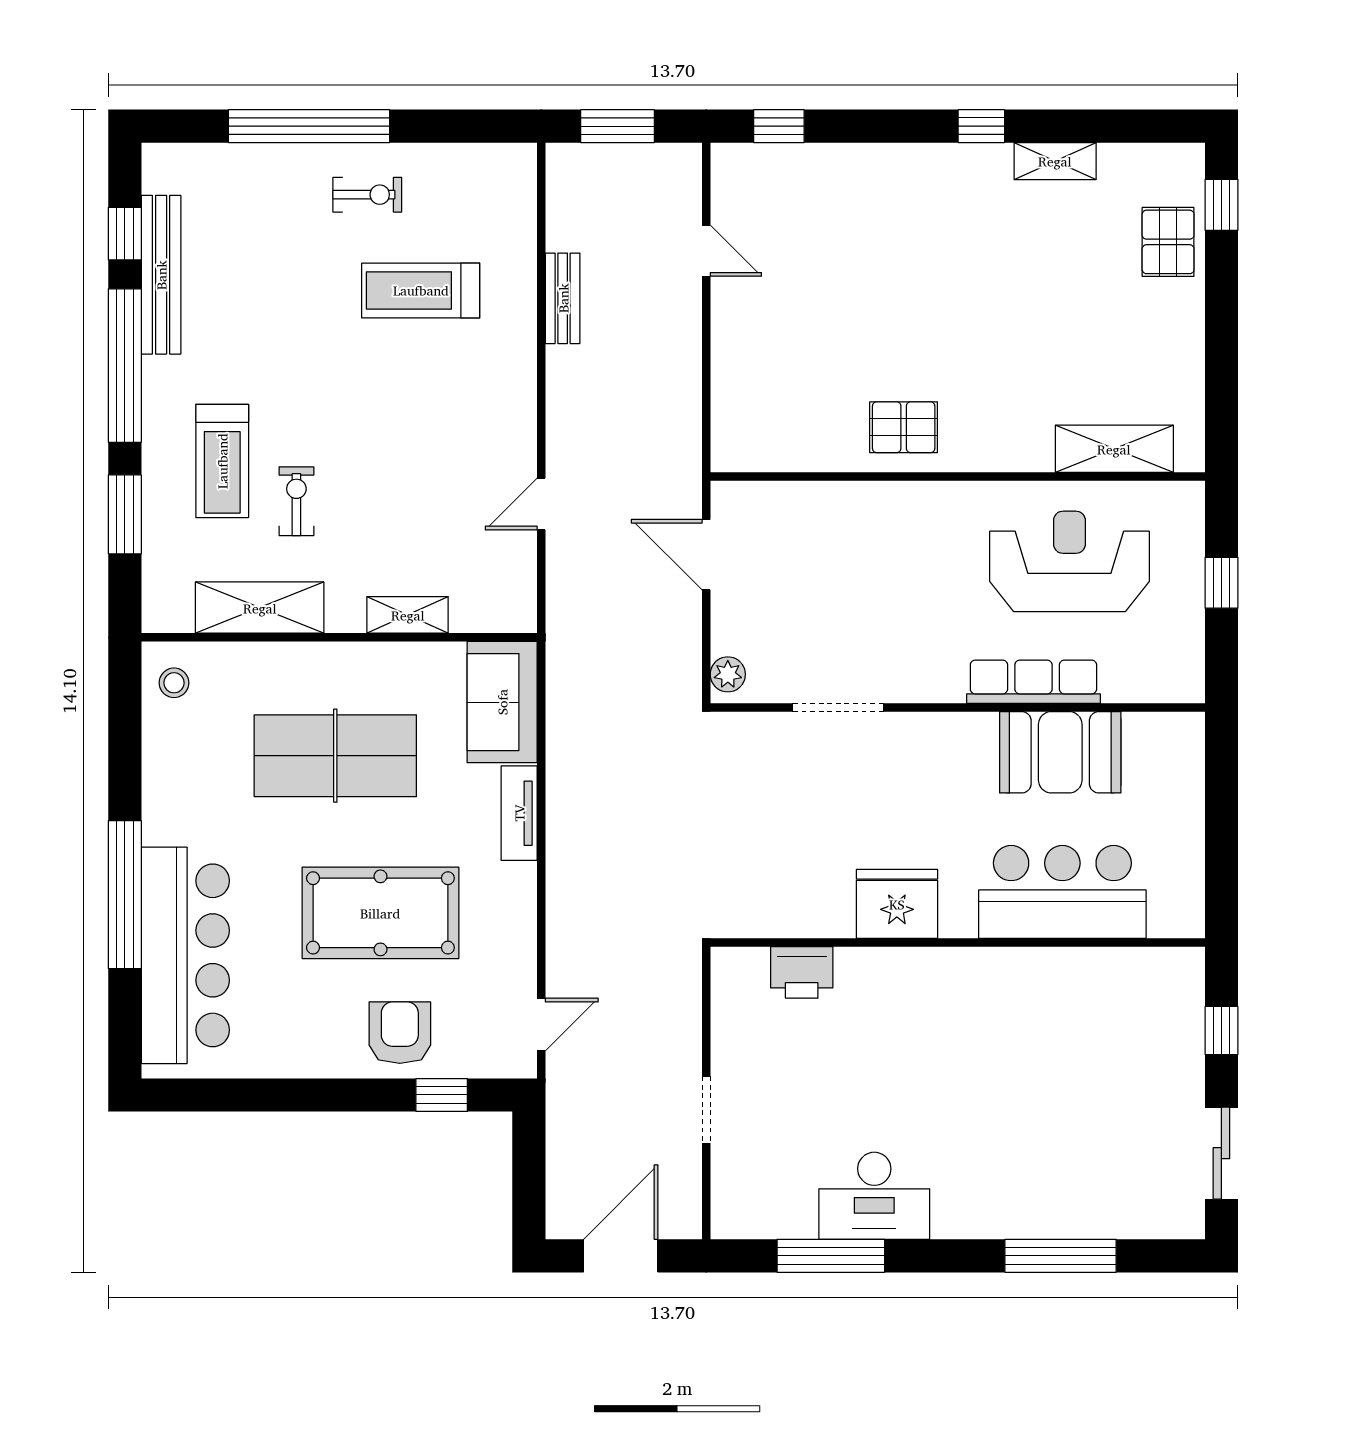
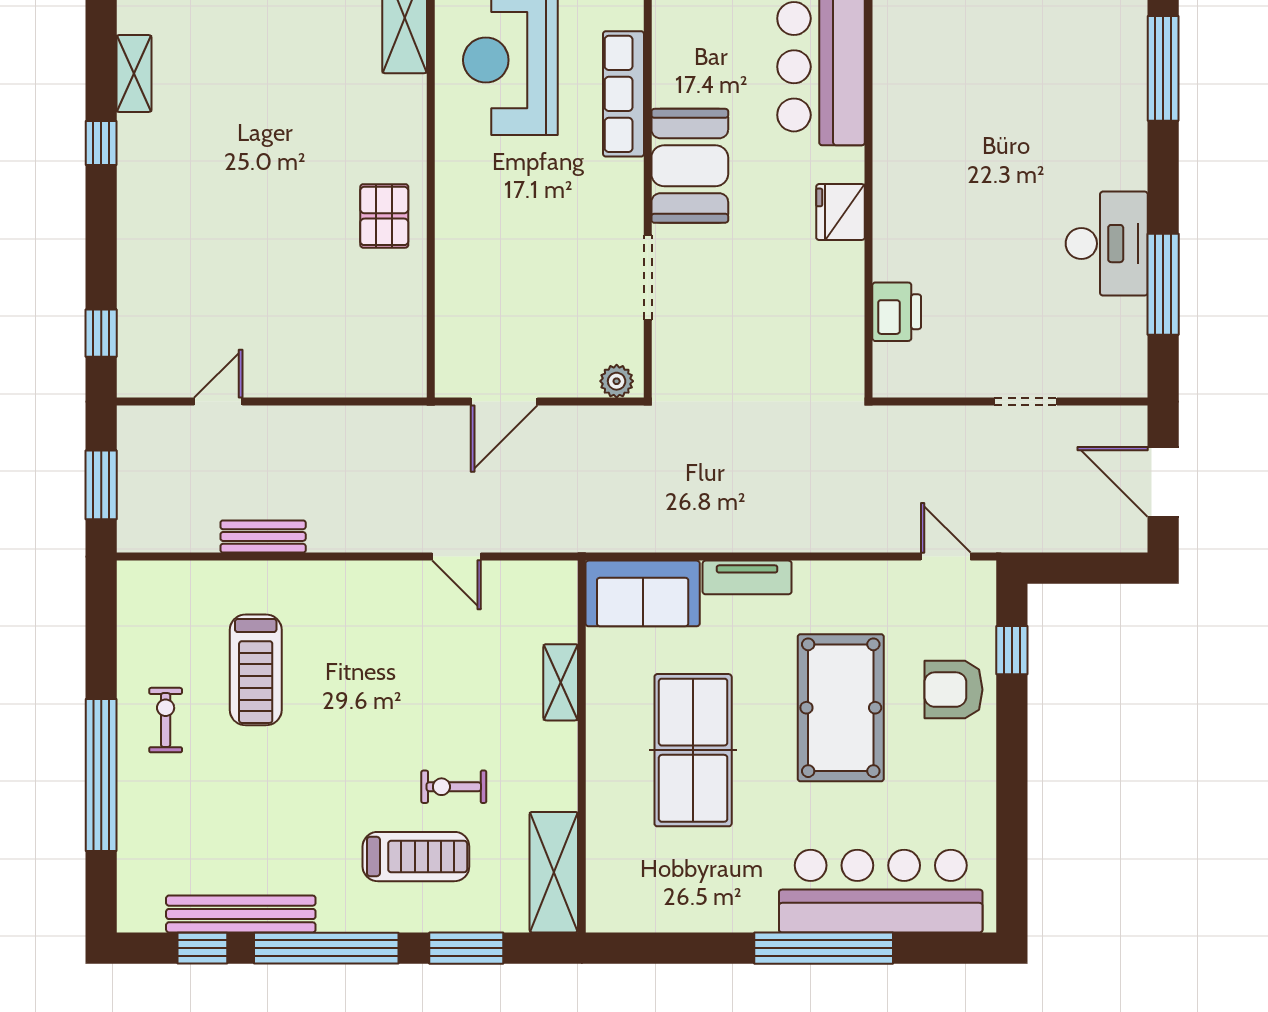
shelving: (260, 608) -> (554, 872), moved
stool: (174, 683) -> (624, 902), removed
booth: (1060, 752) -> (690, 166), moved
fridge: (897, 904) -> (840, 212), width x0.73, depth x0.75

